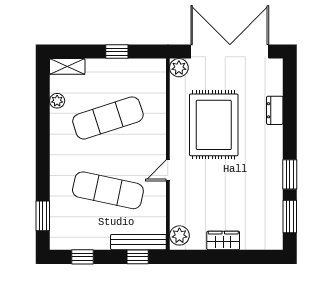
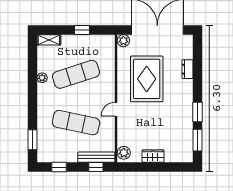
plant: (57, 101) -> (42, 78), moved

